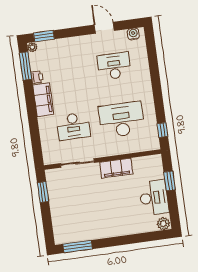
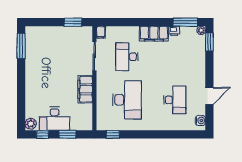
filing cabinet: (50, 159) -> (101, 32), added
window: (173, 209) -> (42, 134), added

